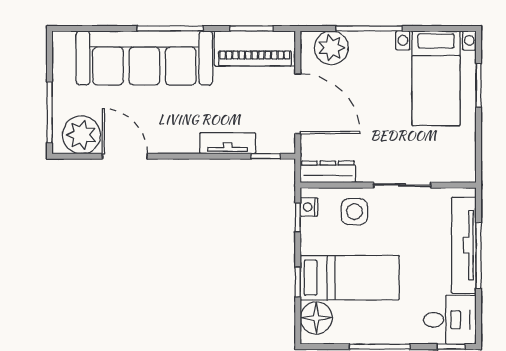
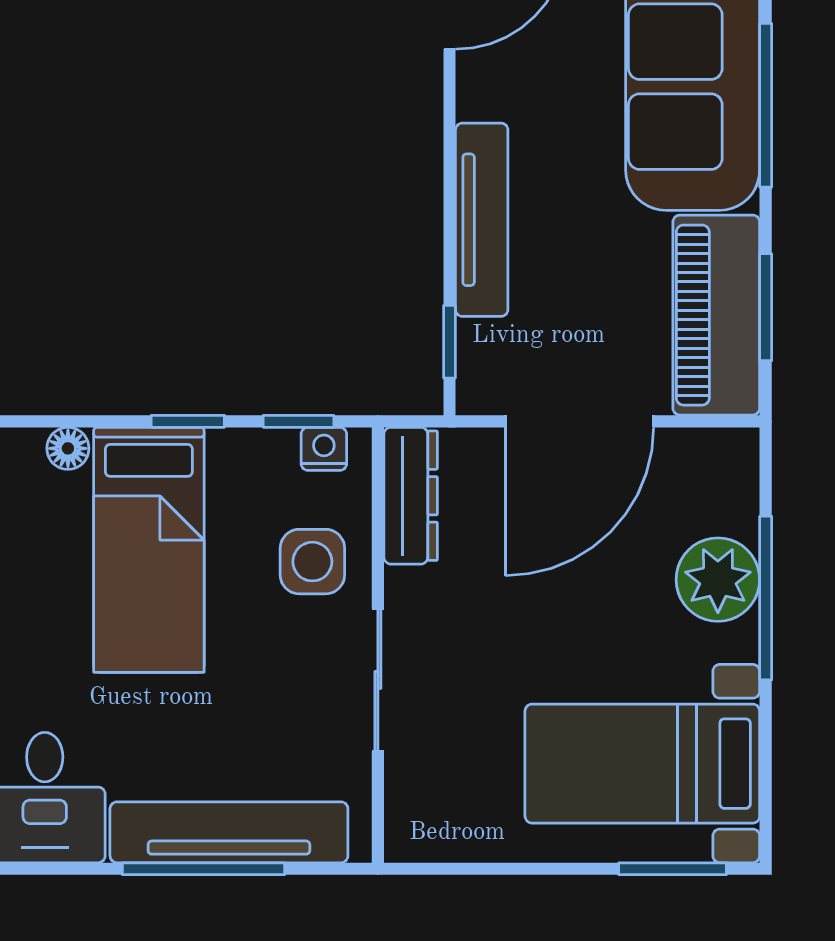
plant: (331, 48) -> (718, 580), moved
window: (479, 85) -> (673, 869), moved
tv unit: (228, 143) -> (482, 220), width x1.41
window: (298, 282) -> (188, 421), moved
floor lamp: (316, 318) -> (68, 448), width x0.53, depth x0.53

